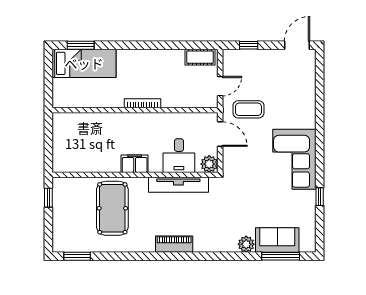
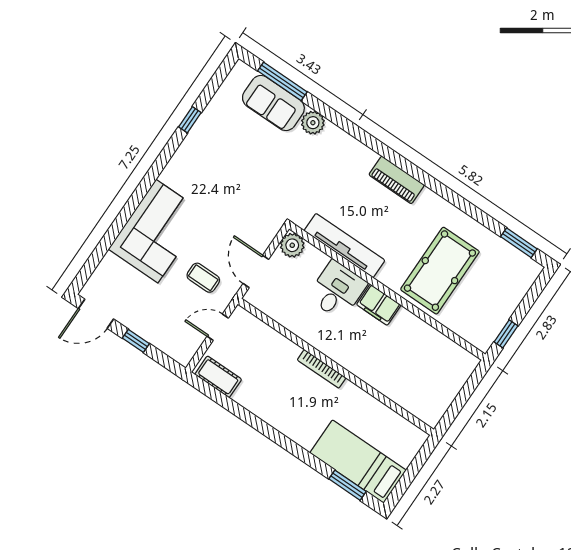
window: (249, 45) -> (136, 341), moved
coffee table: (248, 109) -> (203, 278), width x0.73, depth x0.77
desk: (179, 156) -> (337, 290), moved
corner sofa: (294, 159) -> (157, 231), moved

